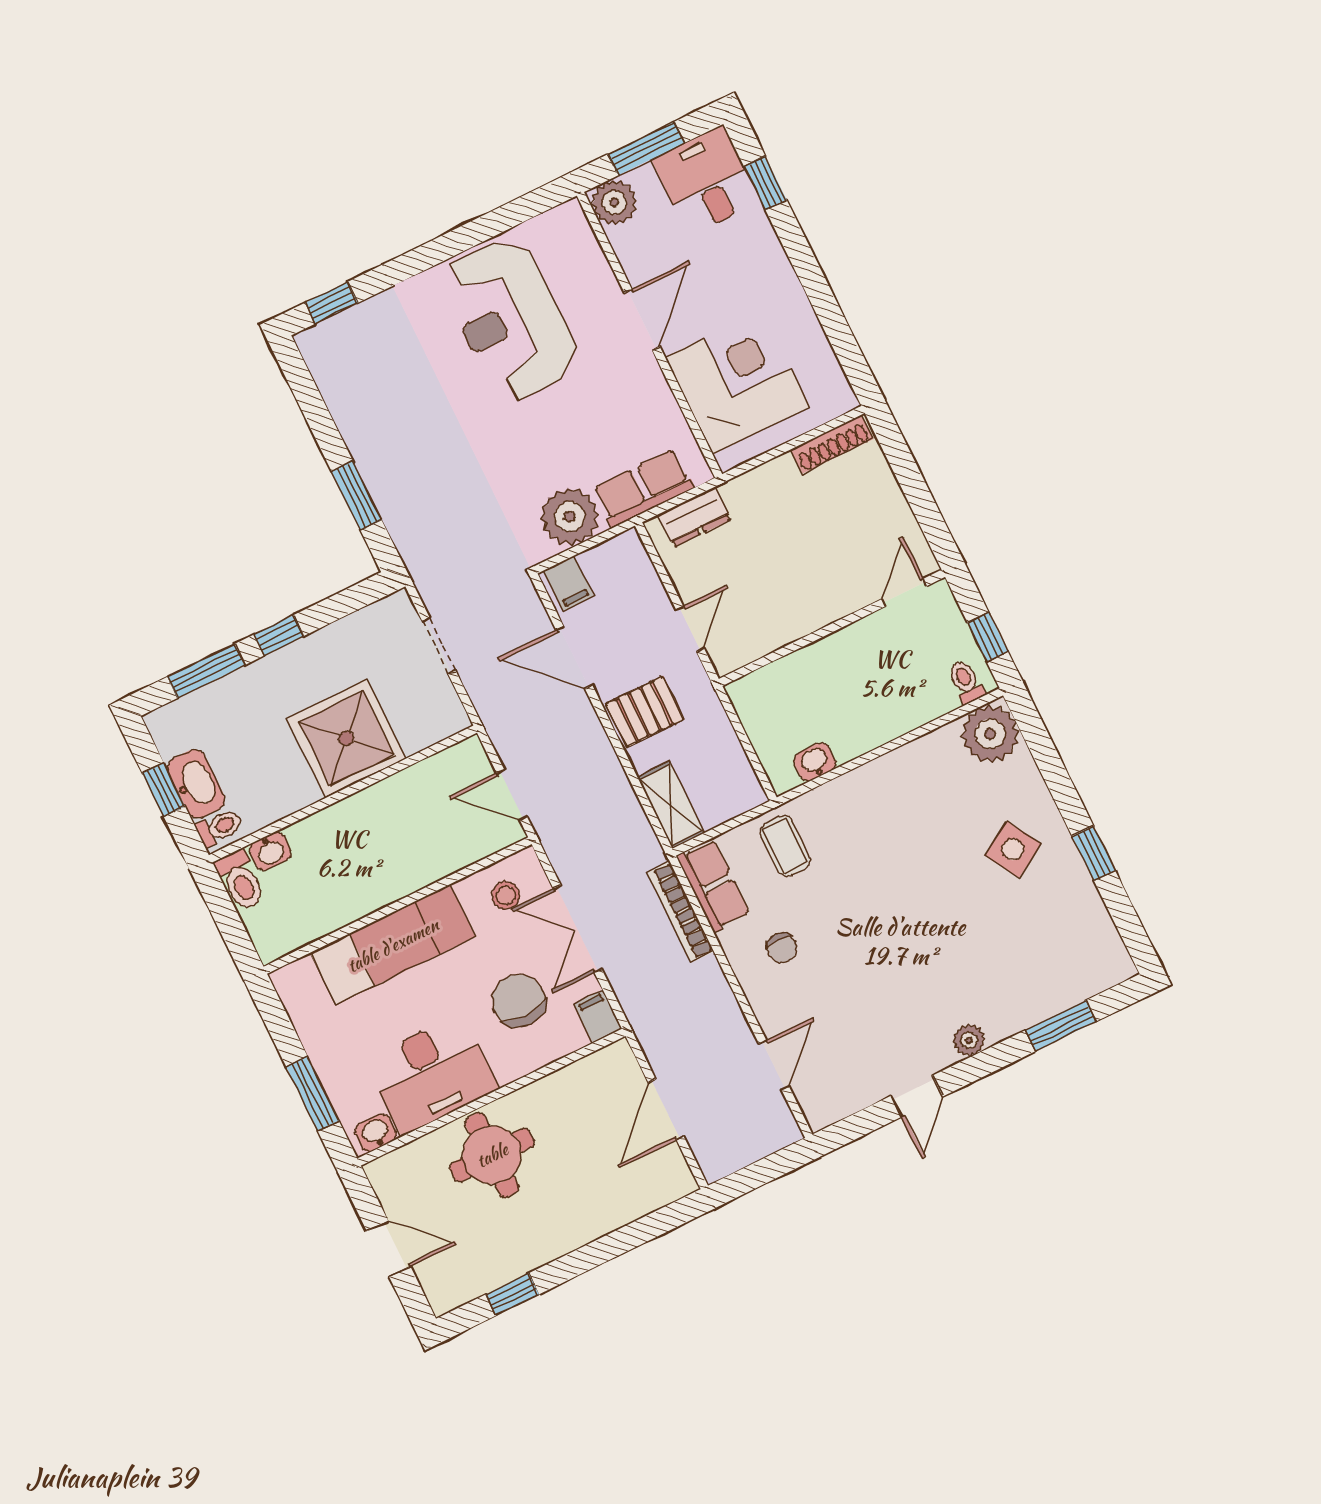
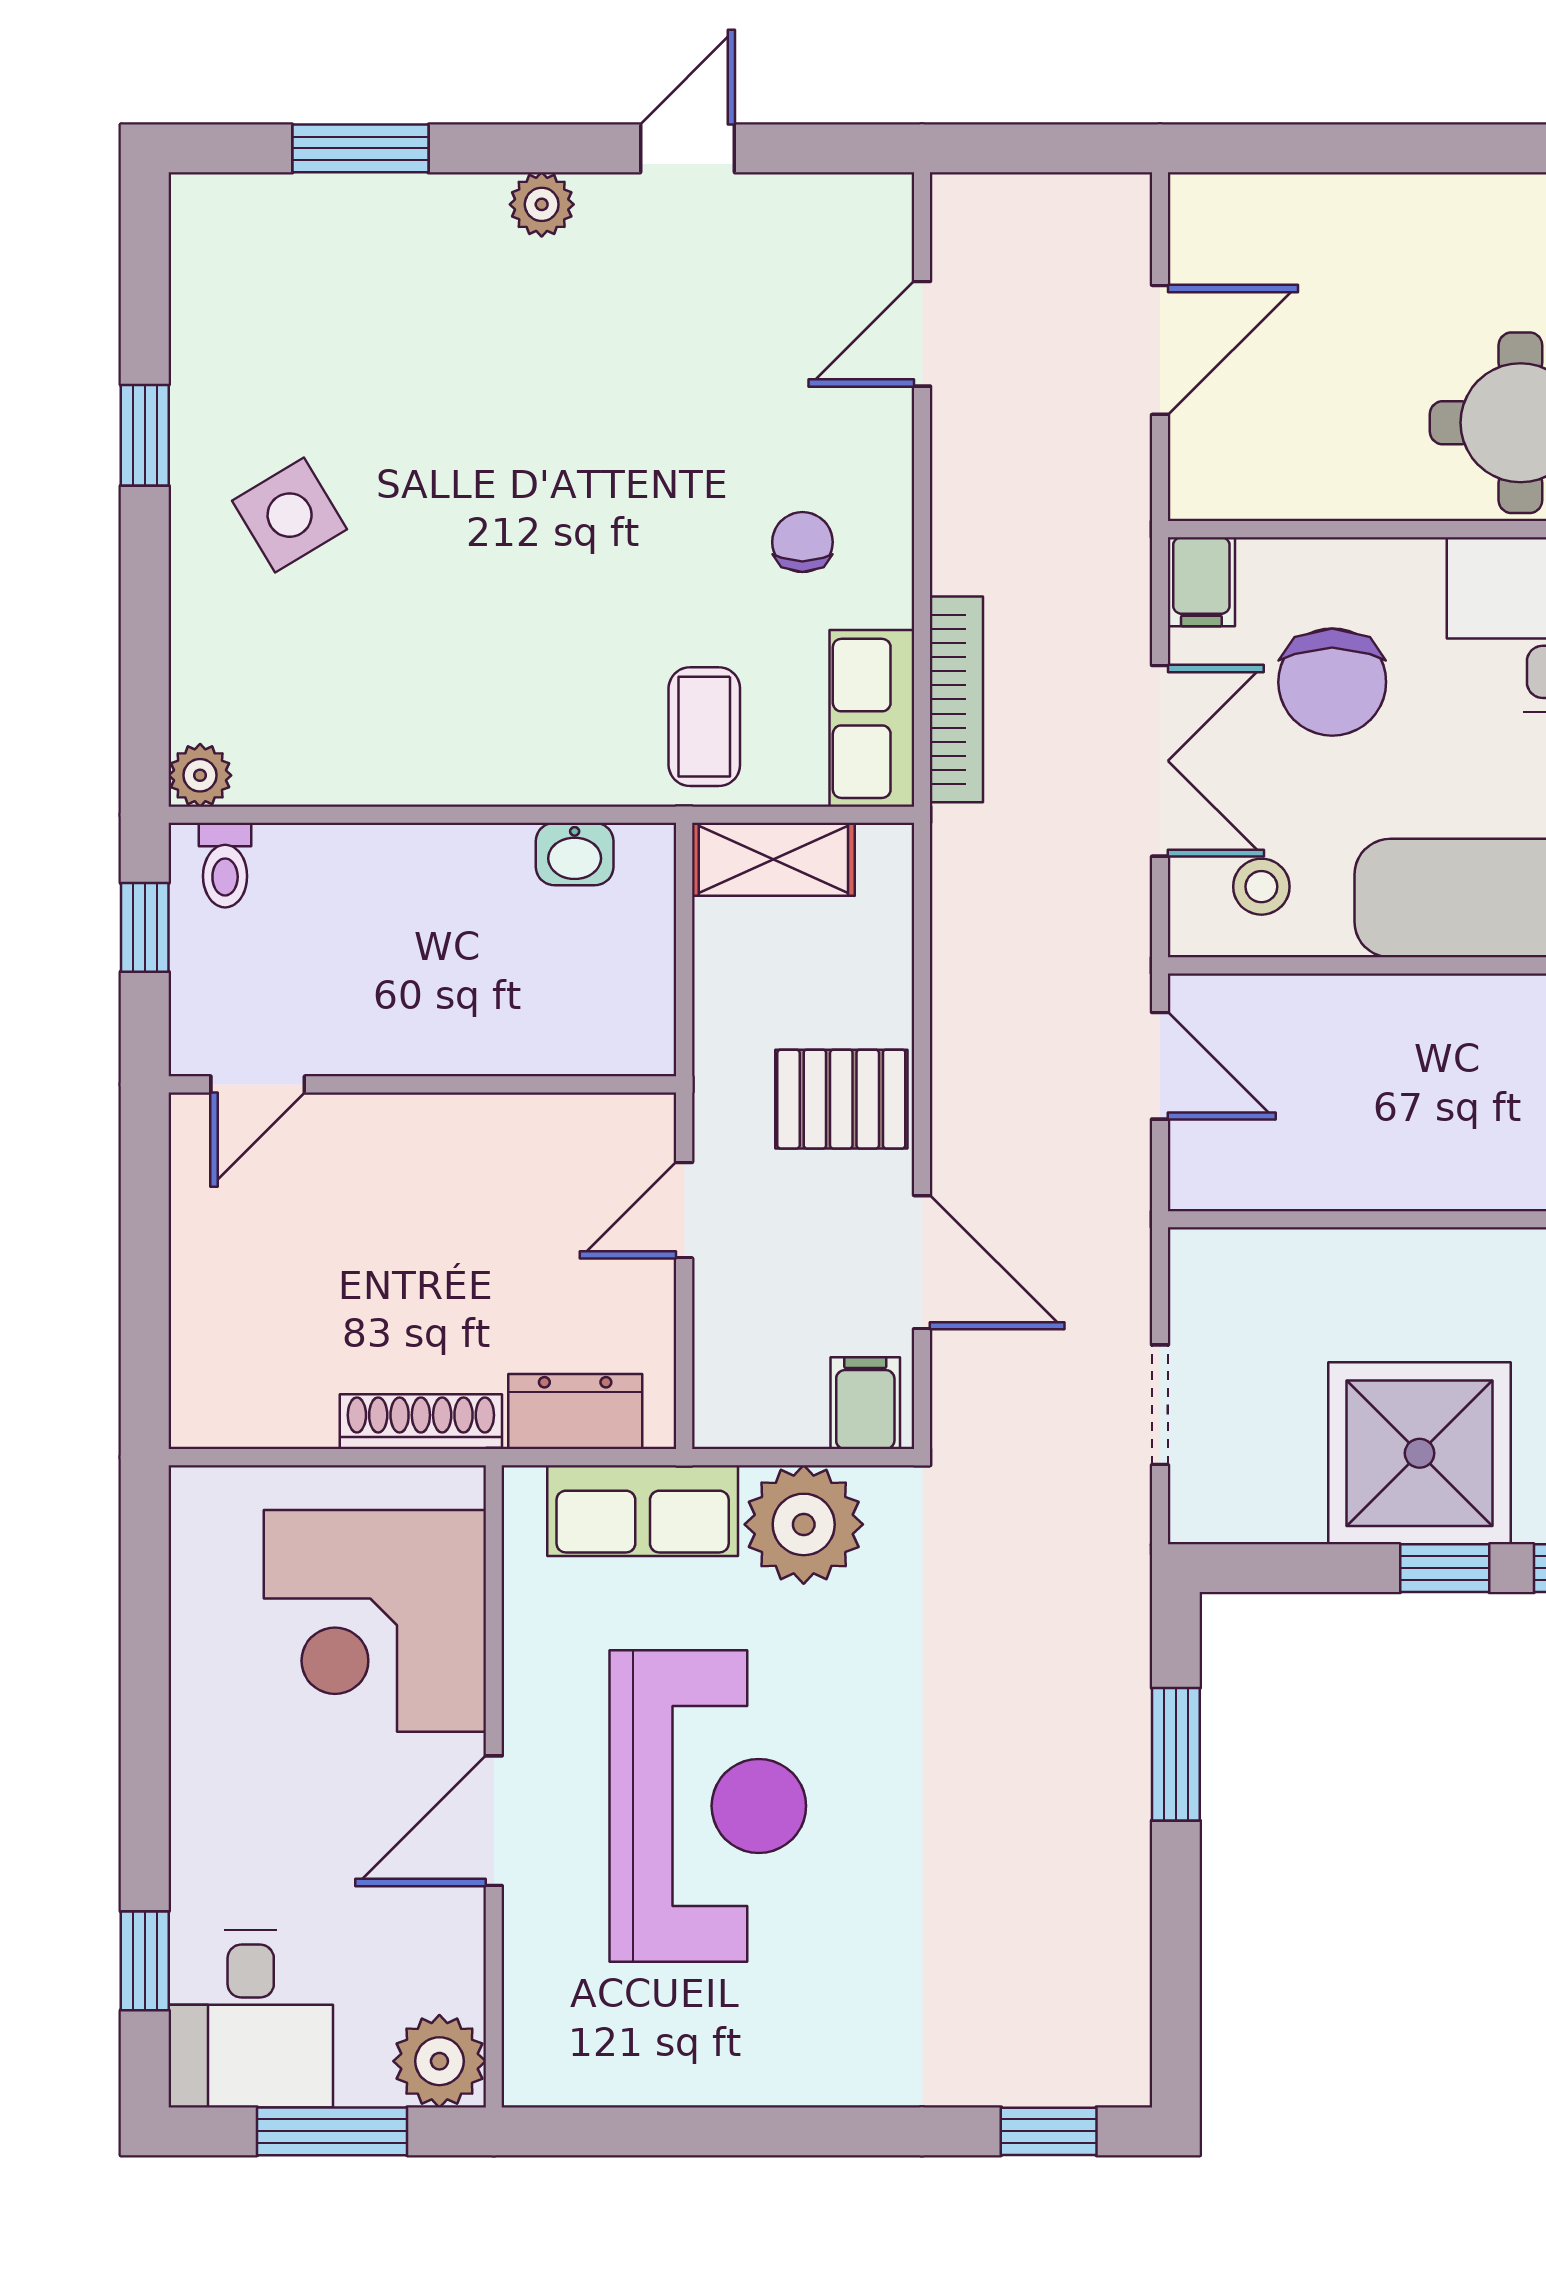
reception desk: (510, 320) -> (708, 1806), moved
shoe rack: (832, 444) -> (421, 1422), moved
plant: (990, 734) -> (200, 775), width x0.53, depth x0.53
shower: (346, 738) -> (1420, 1453), moved
shelving: (671, 805) -> (773, 859), moved, turned 90

